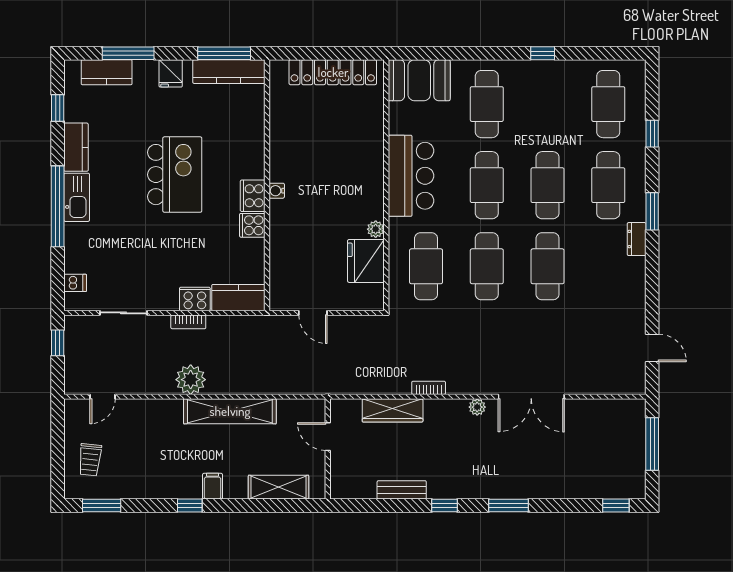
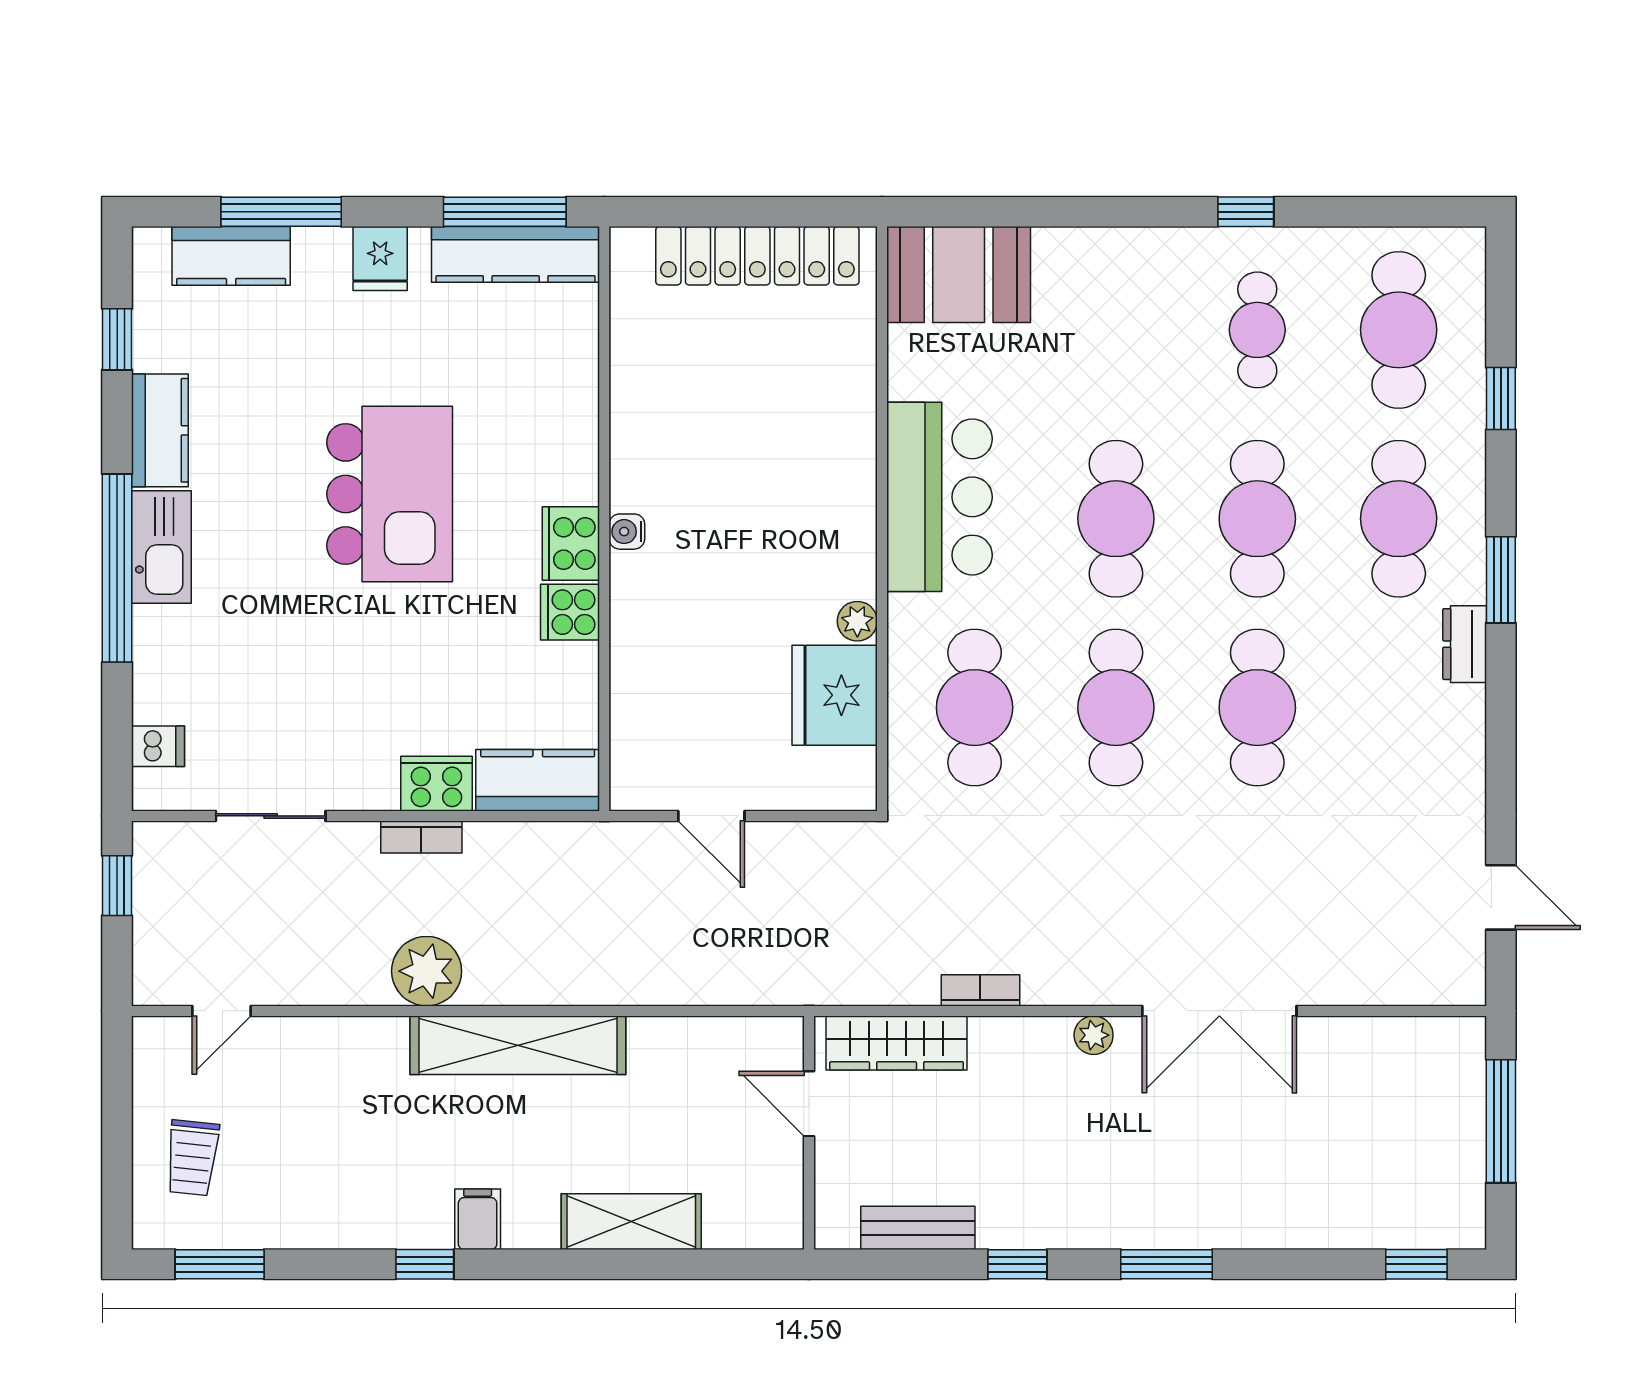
cafe table: (487, 104) -> (1257, 330), moved, width x0.73, depth x0.74
door: (328, 437) -> (809, 1104), moved
wall: (328, 449) -> (809, 1133), moved

